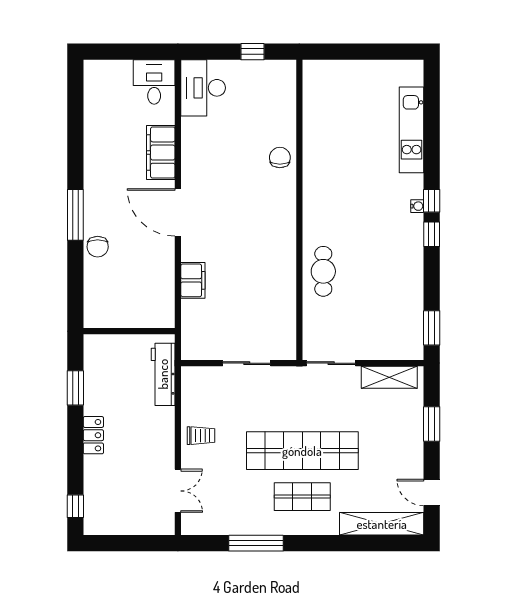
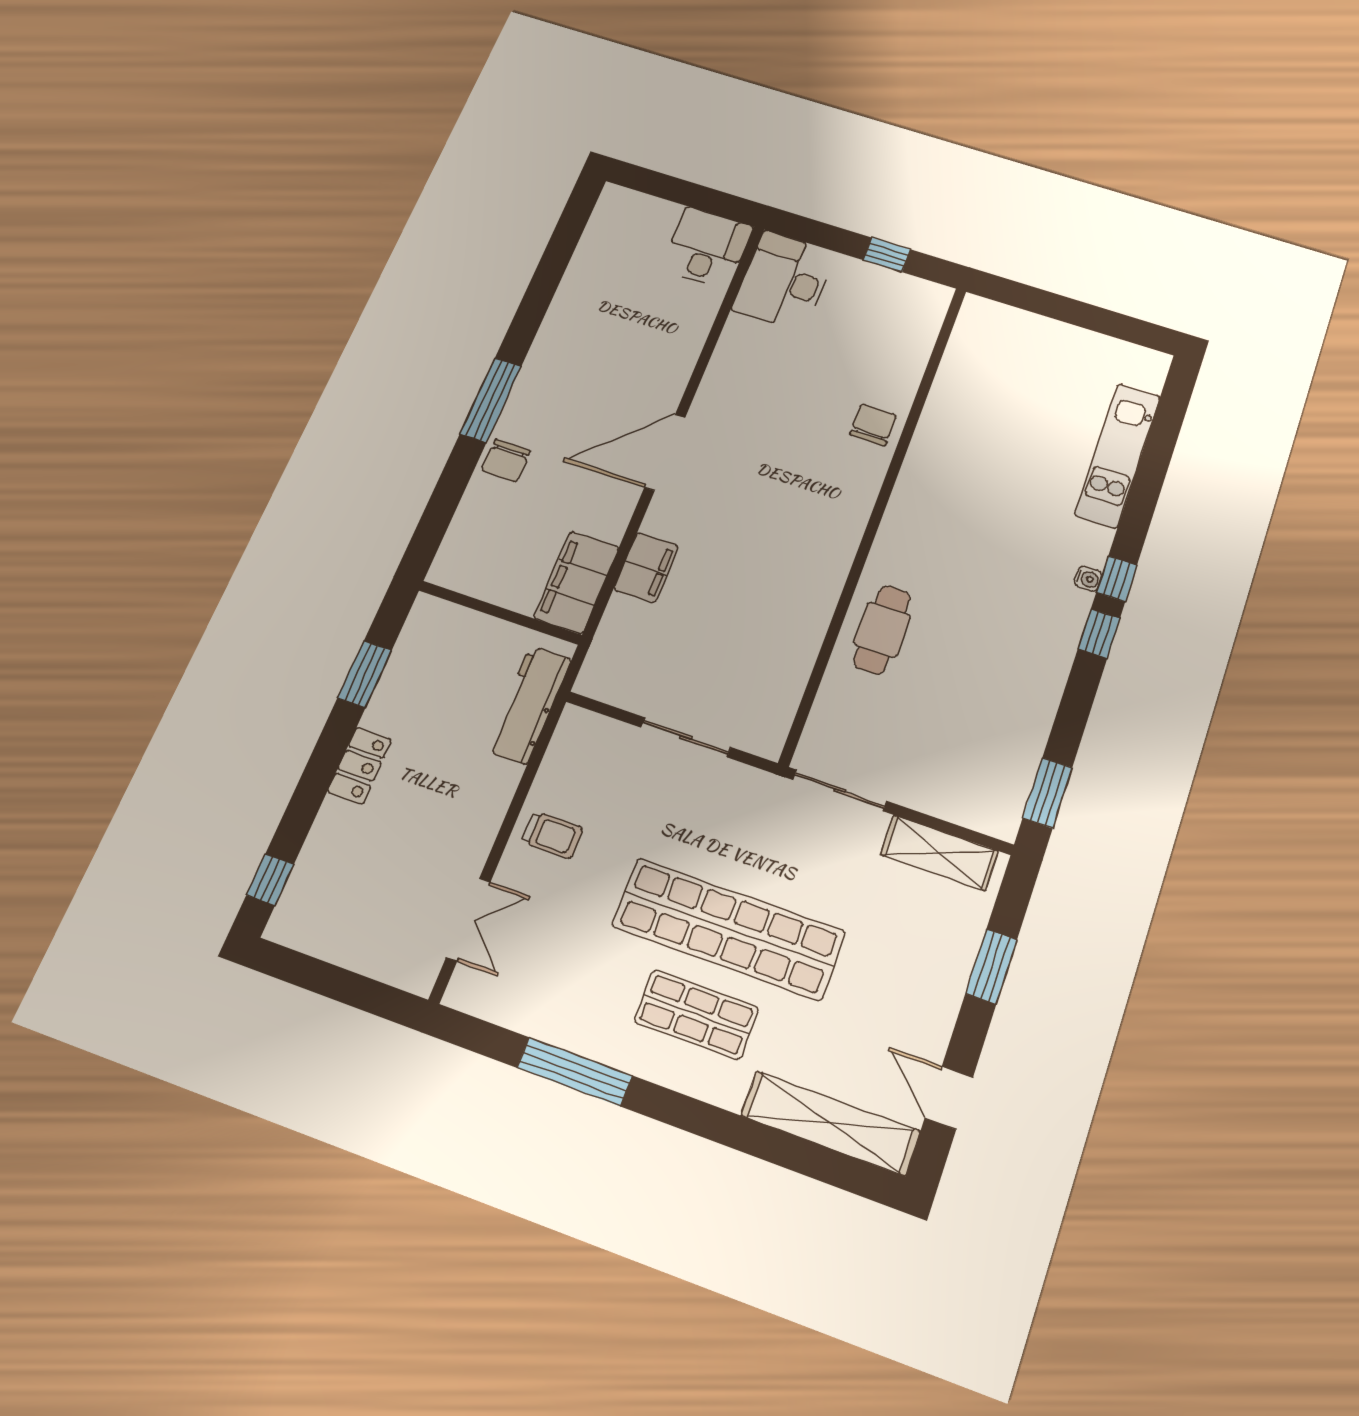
filing cabinet: (161, 153) -> (576, 582), moved
door: (178, 212) -> (665, 452), hinge flipped

